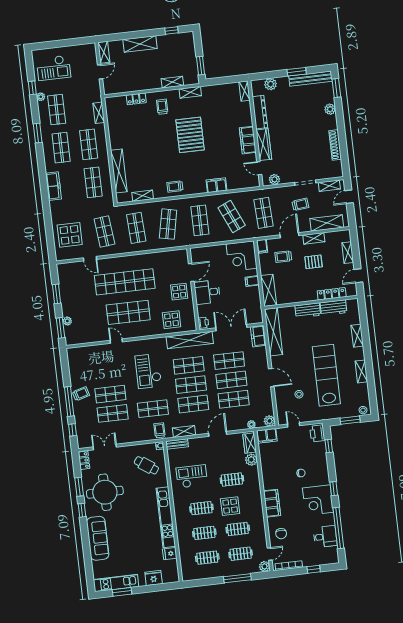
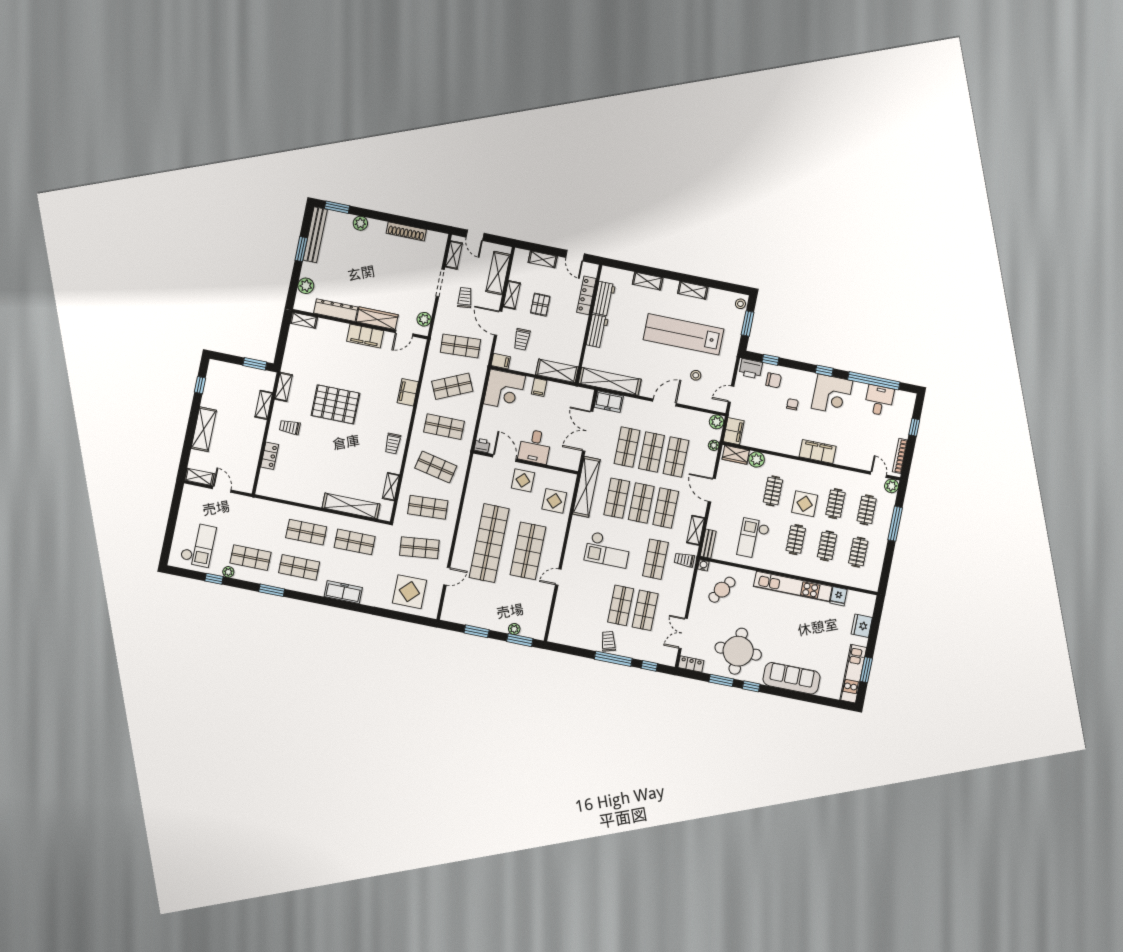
shelving: (99, 113) -> (272, 507), removed
printer: (203, 323) -> (482, 445), moved
chair: (281, 534) -> (774, 380), moved

